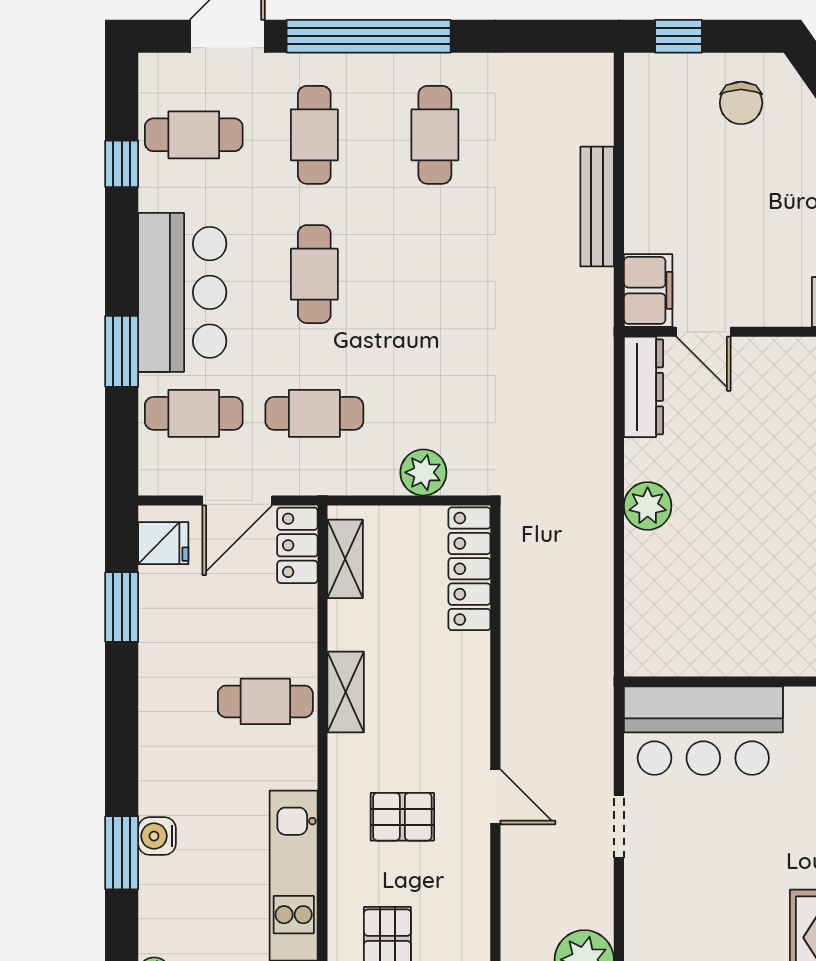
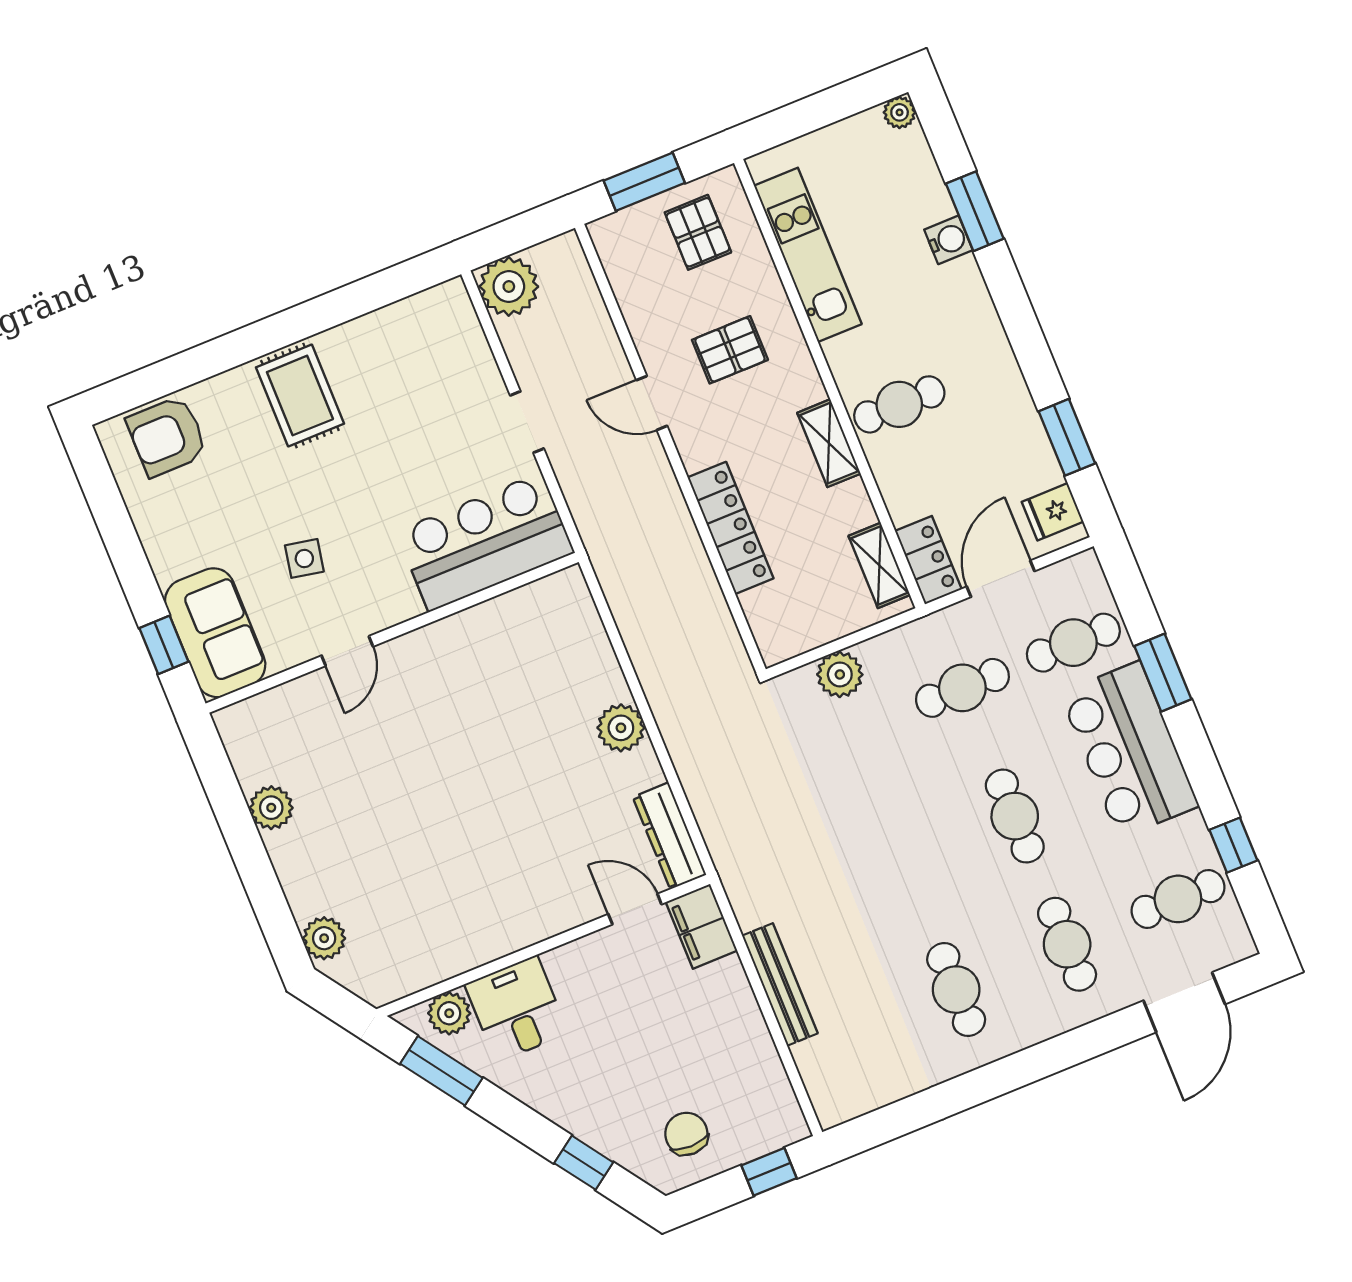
window: (369, 36) -> (1054, 1055), removed
locker: (469, 569) -> (731, 528), moved

